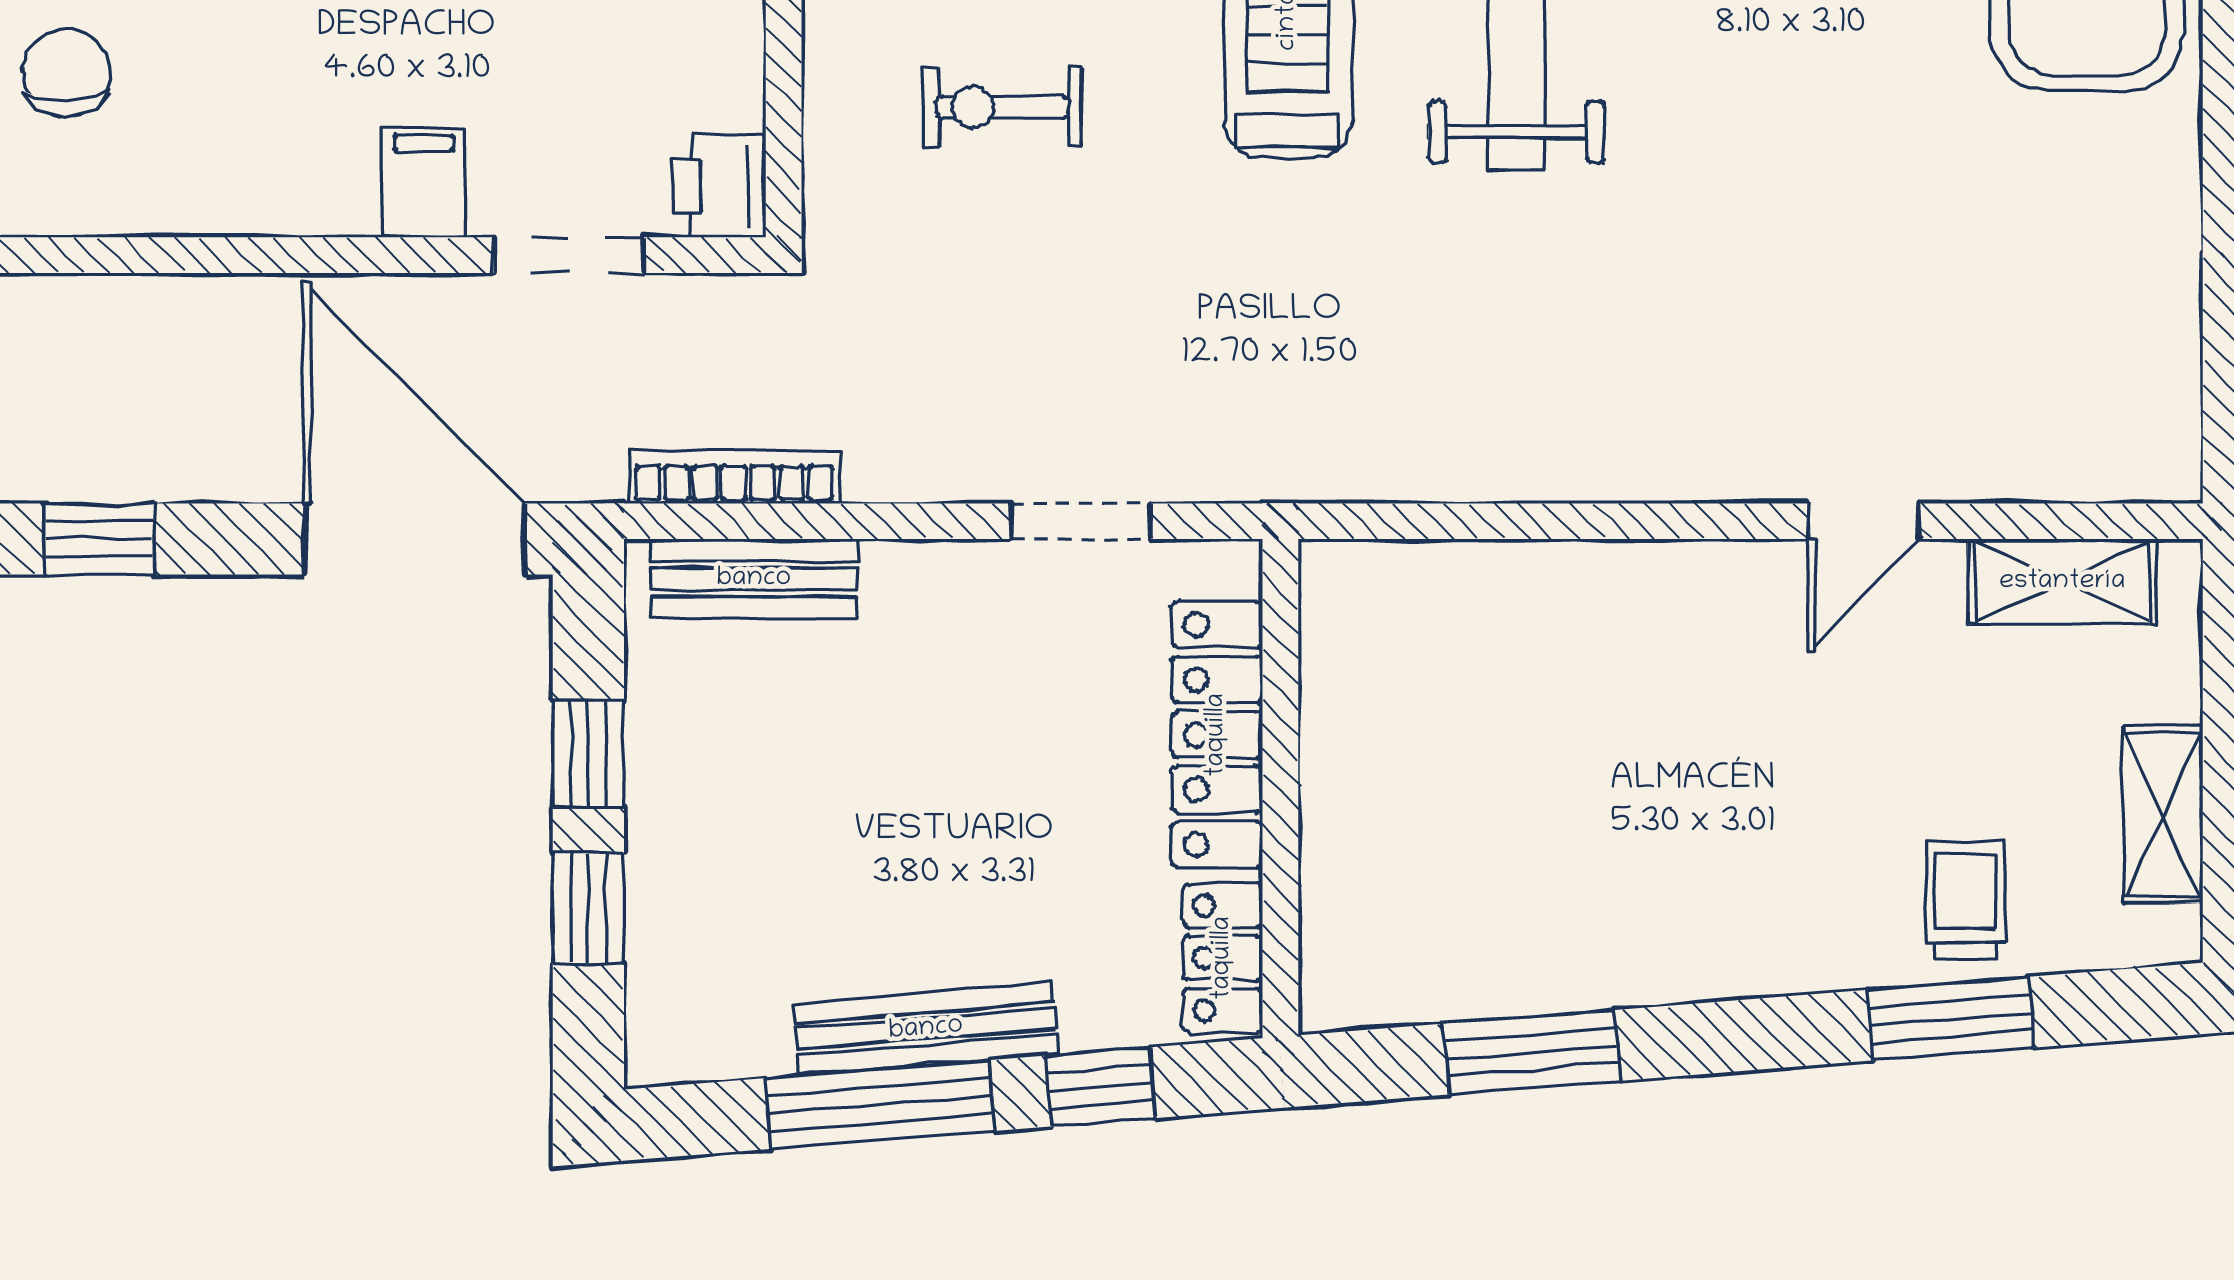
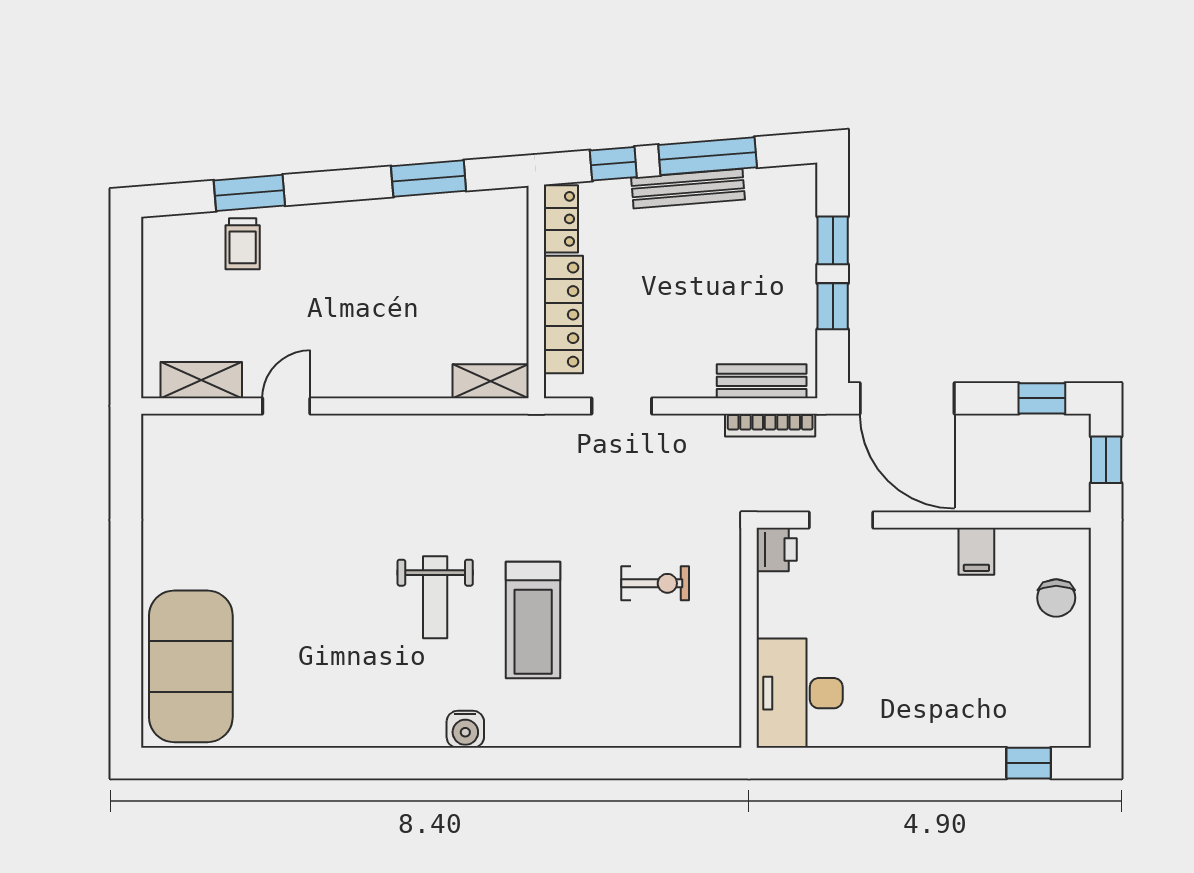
filing cabinet: (424, 182) -> (976, 551), moved
shelving: (2163, 815) -> (491, 381), moved, turned 90

